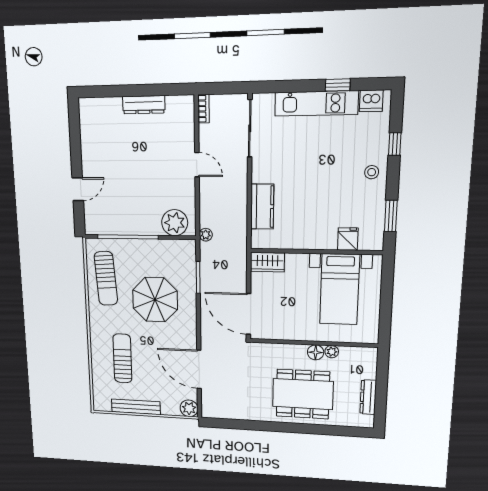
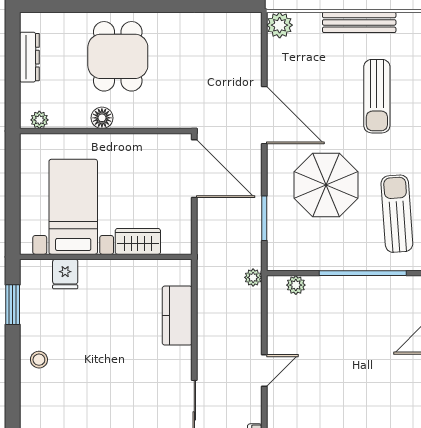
window: (395, 144) -> (13, 394), removed
door: (197, 165) -> (264, 370), swing flipped
plant: (175, 223) -> (296, 285), width x0.53, depth x0.53
wardrobe: (267, 262) -> (138, 241), moved
plant: (332, 352) -> (39, 120), moved
door: (199, 369) -> (264, 115), moved
dining table: (303, 394) -> (118, 56), width x0.73

